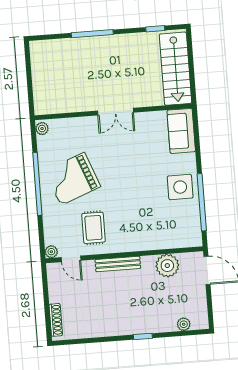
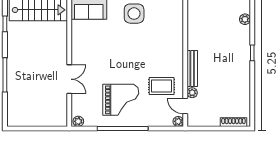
double door: (115, 112) -> (69, 79), moved
grand piano: (73, 179) -> (121, 100), turned -69
door: (71, 259) -> (185, 106), swing flipped
plant: (167, 266) -> (192, 93), moved, width x0.53, depth x0.53

